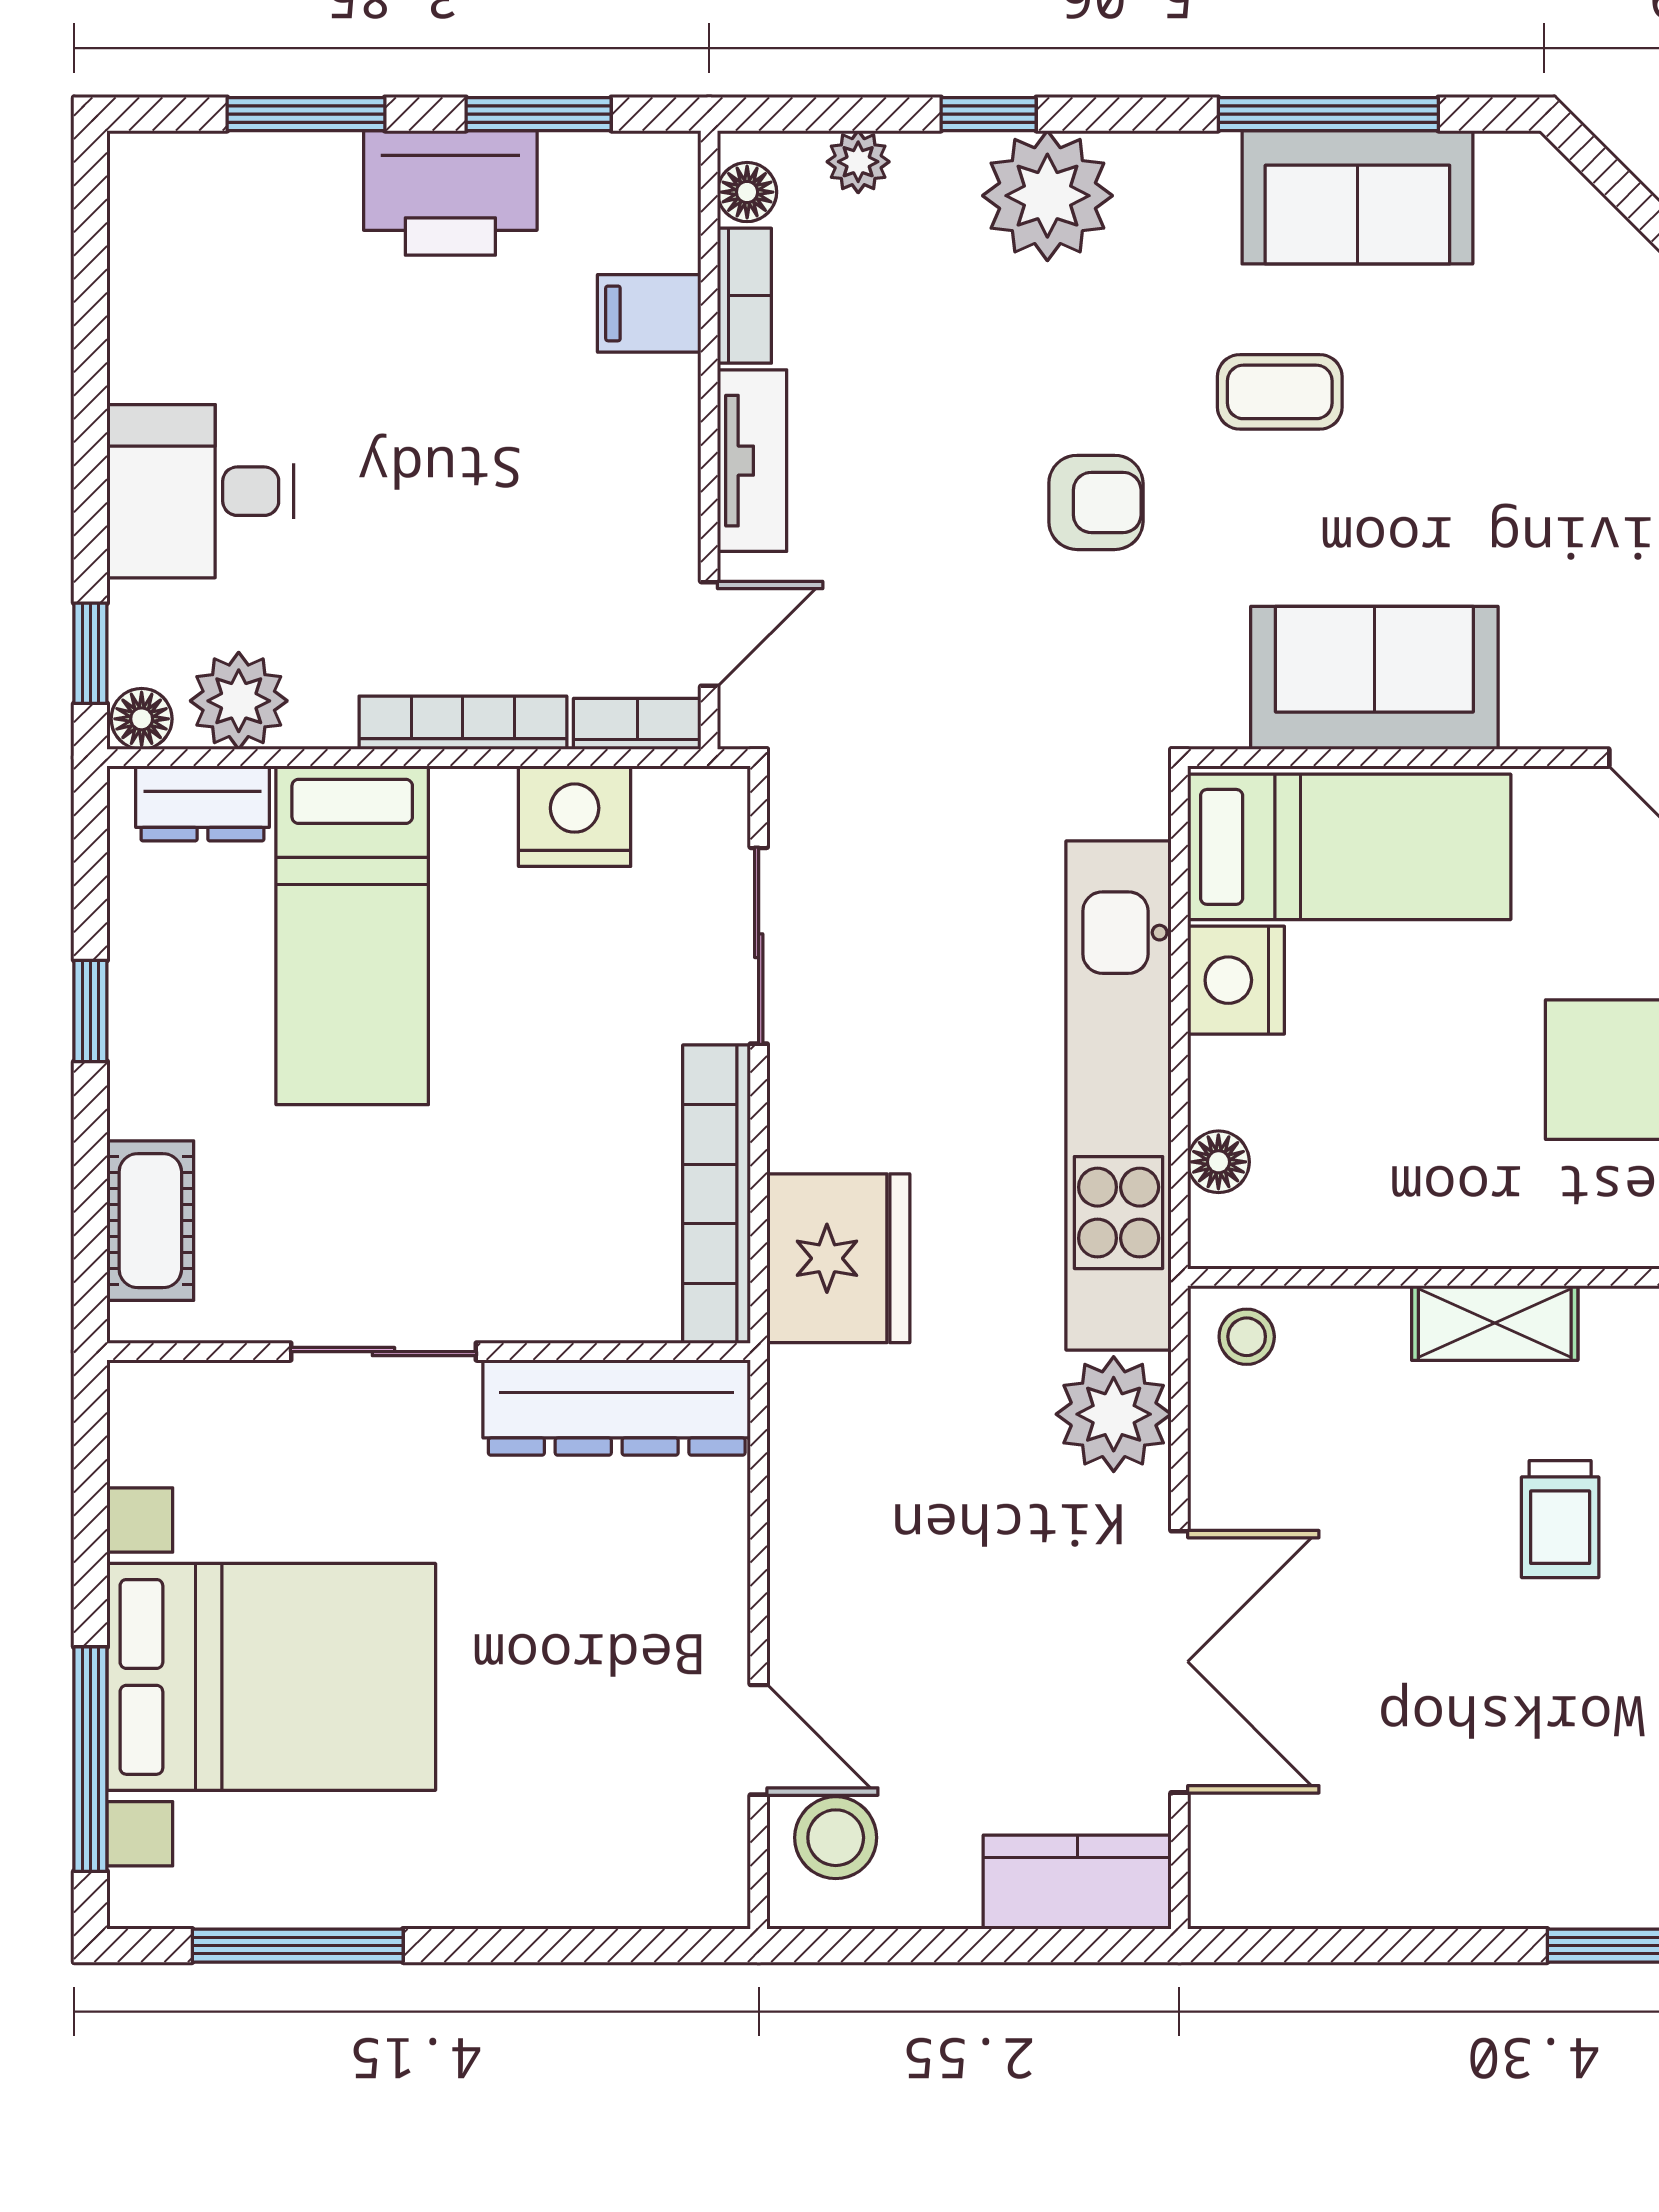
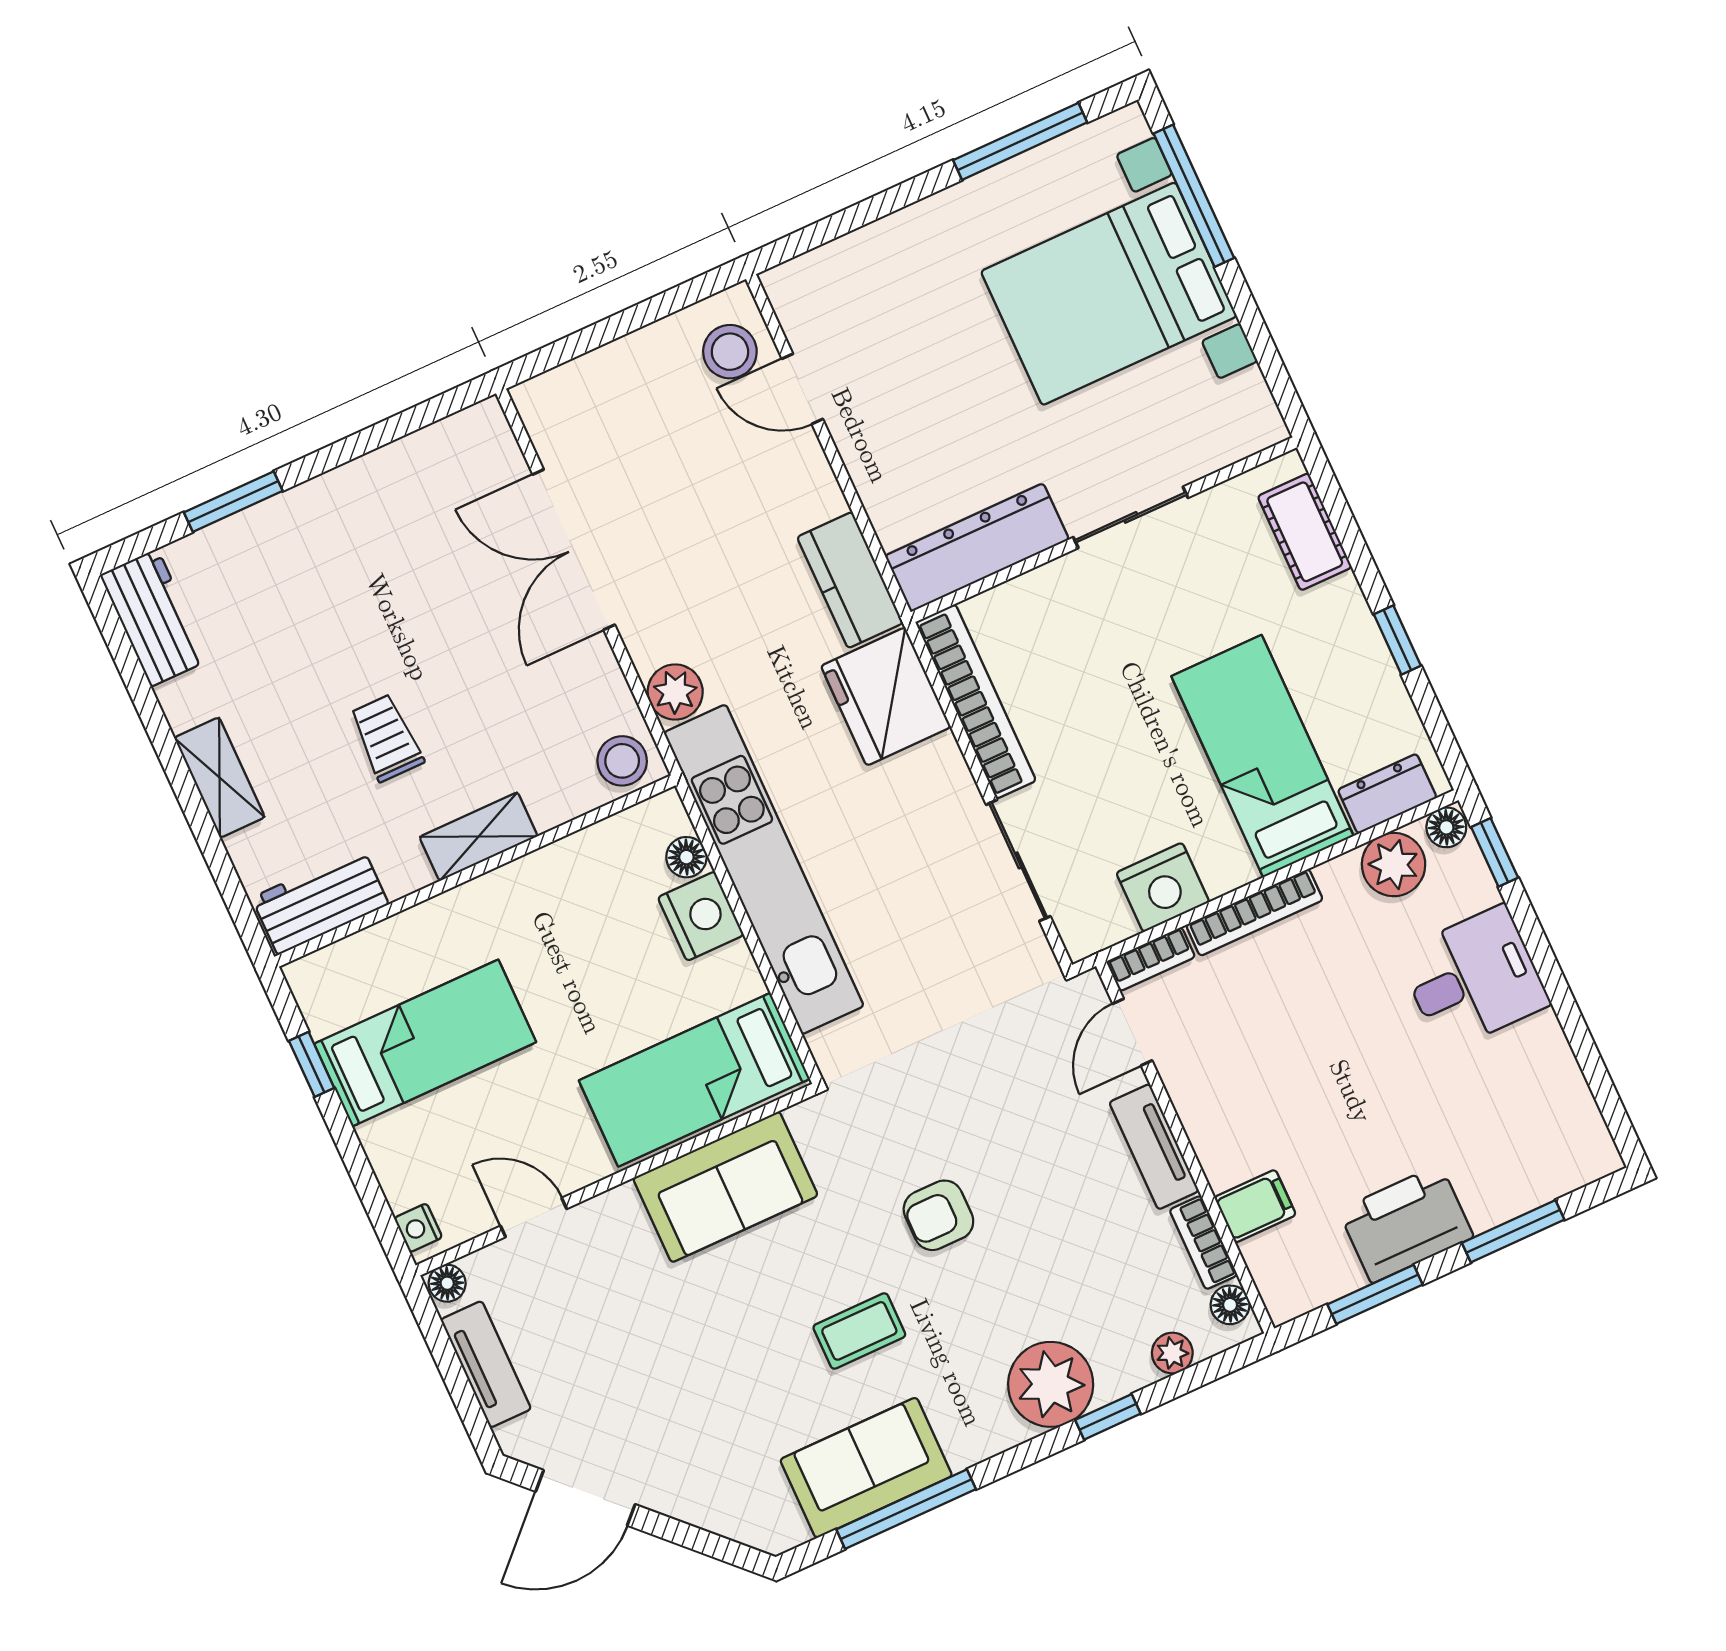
nightstand: (1236, 980) -> (701, 916), moved
stool: (1247, 1337) -> (622, 761), width x1.37, depth x1.37
plant: (1114, 1414) -> (675, 692), width x0.73, depth x0.73
kitchen counter: (1077, 1882) -> (850, 580), moved, turned 90

